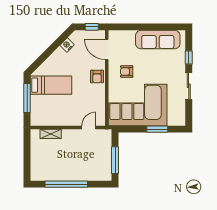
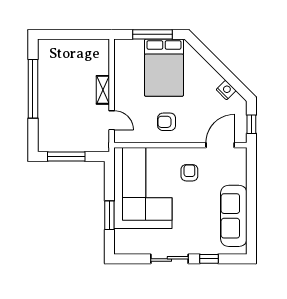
armchair: (97, 77) -> (167, 122), moved
bed: (51, 85) -> (164, 68), width x1.50
shelving: (51, 134) -> (103, 90), moved

